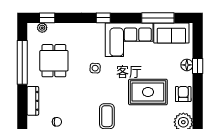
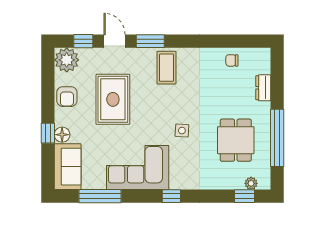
sofa: (171, 33) -> (68, 167), moved, turned 90
rug: (148, 92) -> (113, 99), turned 90
dresser: (33, 101) -> (263, 88), width x0.70

